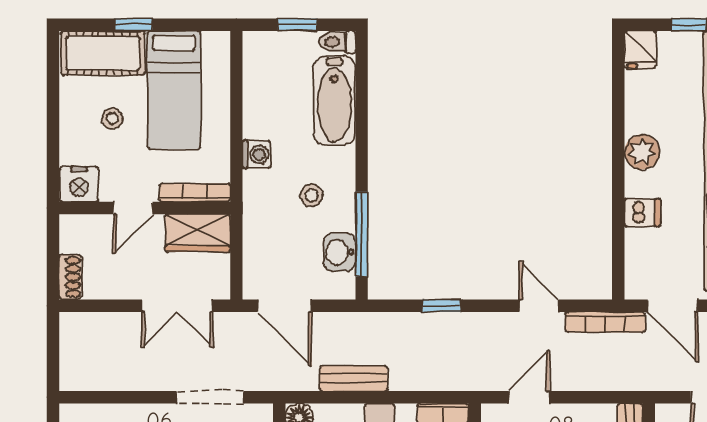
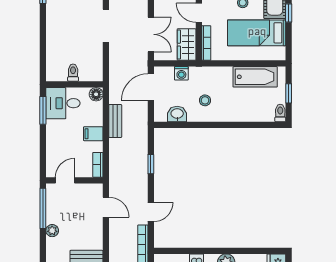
bathtub: (334, 100) -> (255, 77), moved, turned 180
washing machine: (256, 154) -> (181, 73), moved
window: (362, 234) -> (186, 125), removed
double door: (177, 306) -> (151, 34), swing flipped
doorway: (210, 397) -> (106, 26), moved

